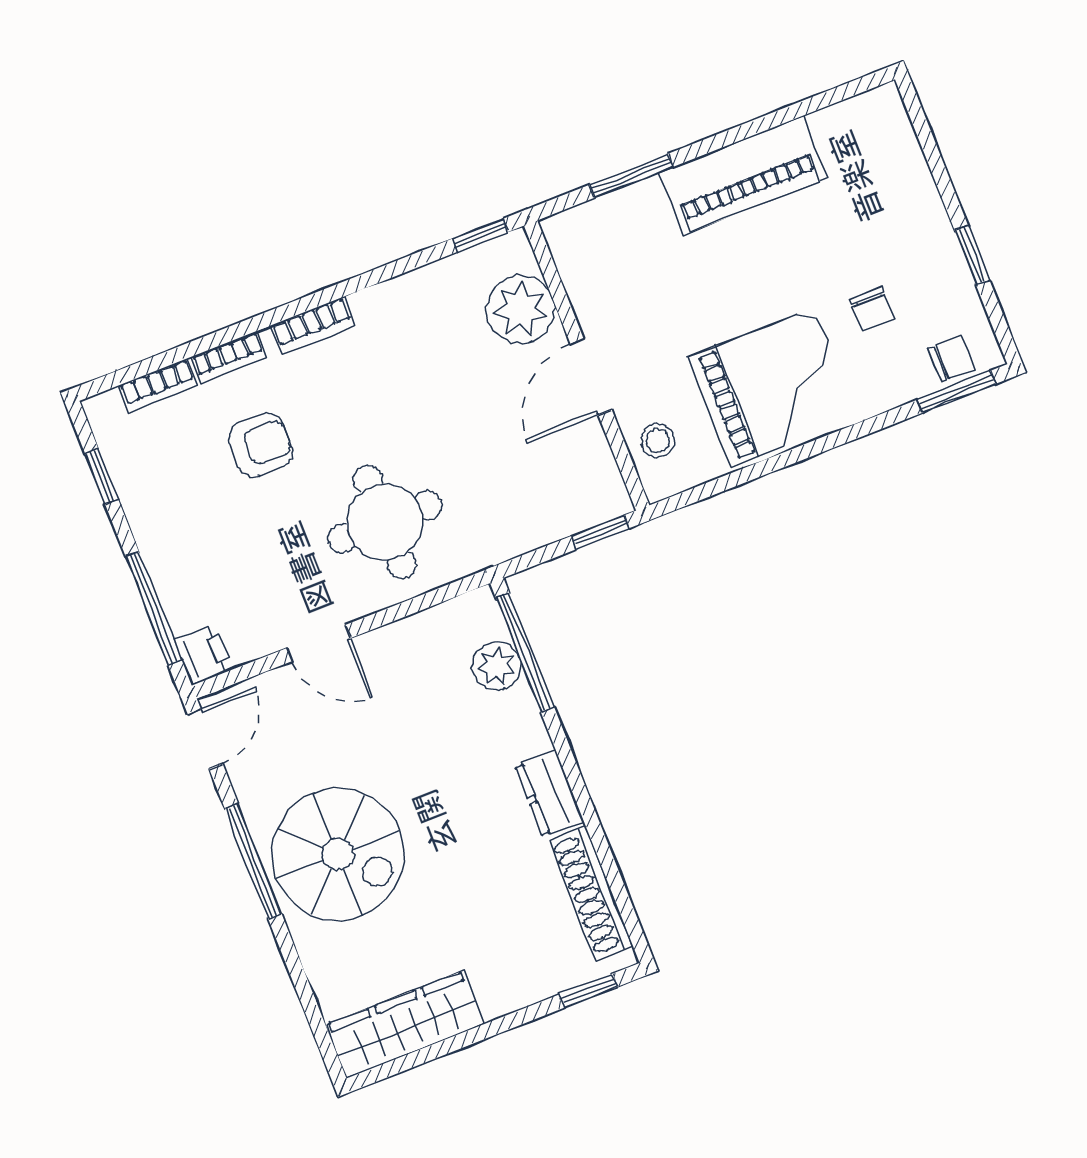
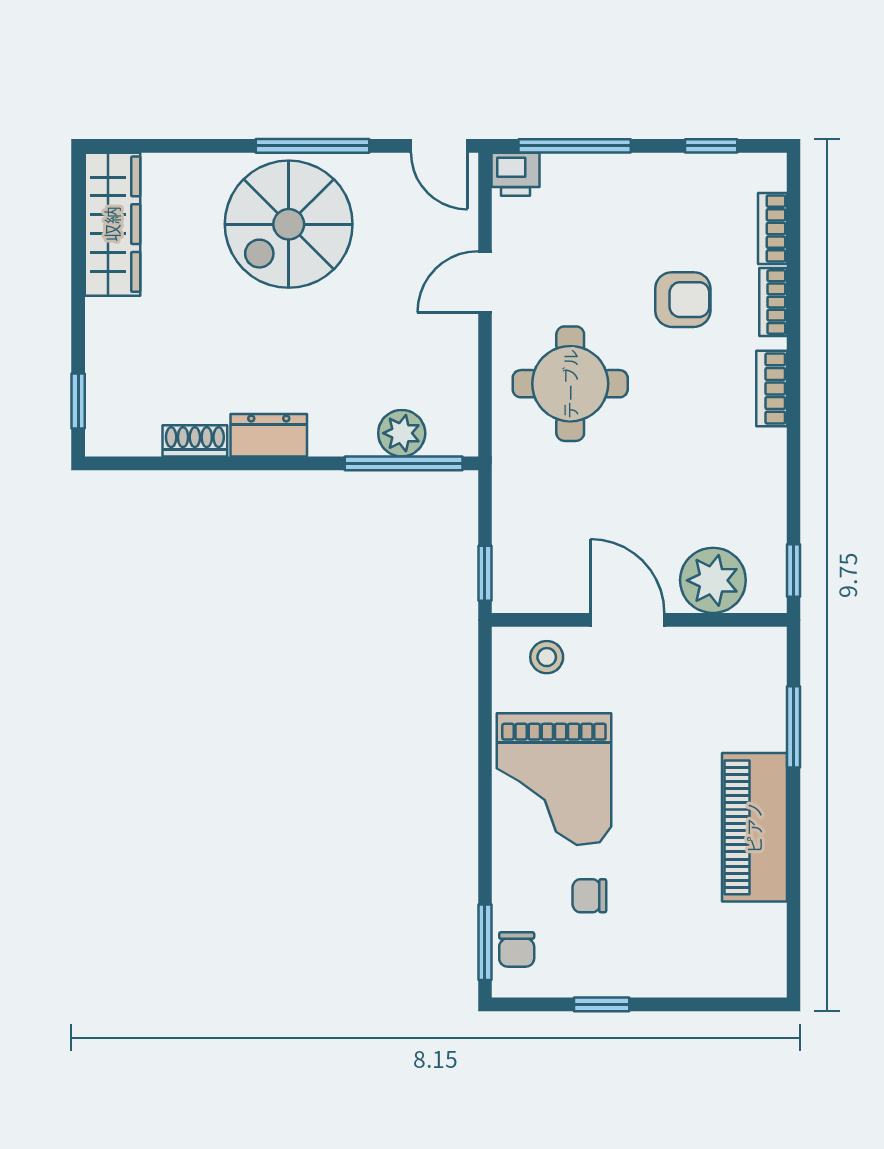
armchair: (261, 445) -> (683, 300), turned -90
shoe rack: (591, 893) -> (195, 441), width x0.51, depth x0.81

